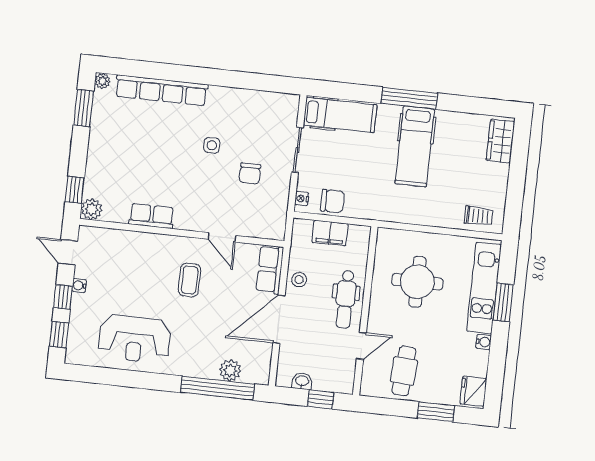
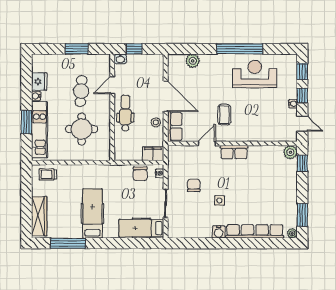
water cooler: (219, 96) -> (219, 232), added
window: (409, 98) -> (68, 243), moved
wardrobe: (500, 141) -> (39, 216), width x1.50
chair: (332, 201) -> (140, 174), turned -90
row of seats: (152, 216) -> (234, 152), moved
filing cabinet: (330, 233) -> (153, 154), moved
door: (222, 237) -> (207, 144), hinge flipped
door: (279, 319) -> (166, 96), hinge flipped
cafe table: (404, 371) -> (81, 91), moved
washbasin: (302, 381) -> (120, 59), moved
window: (217, 388) -> (240, 49), moved
fridge: (473, 391) -> (39, 82), moved
window: (436, 412) -> (77, 49), moved

